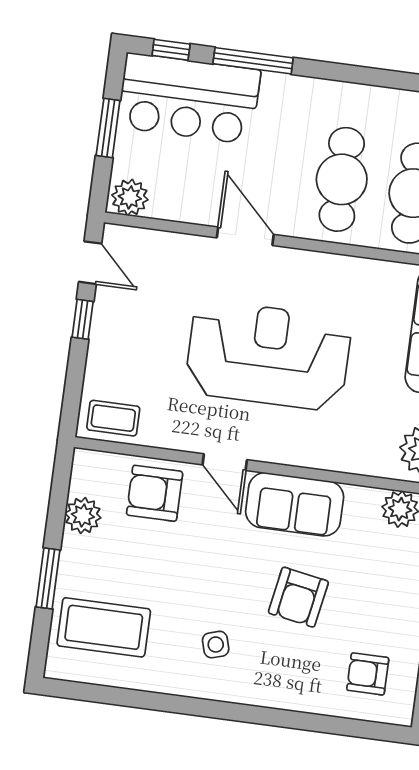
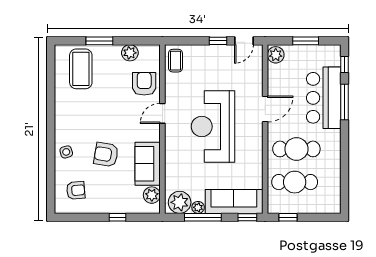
bar counter: (189, 98) -> (324, 98), moved
reception desk: (268, 355) -> (213, 127), turned 180
sofa: (295, 504) -> (148, 164), moved
side table: (216, 645) -> (66, 152), moved
armchair: (368, 674) -> (76, 190), turned 85

